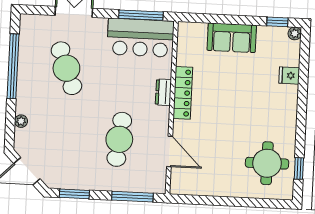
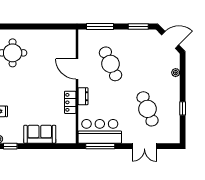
window: (13, 66) -> (183, 108), width x0.32
locker: (183, 93) -> (70, 102), width x0.66
cafe table: (119, 139) -> (110, 64), turned -30
door: (170, 151) -> (77, 69), moved

